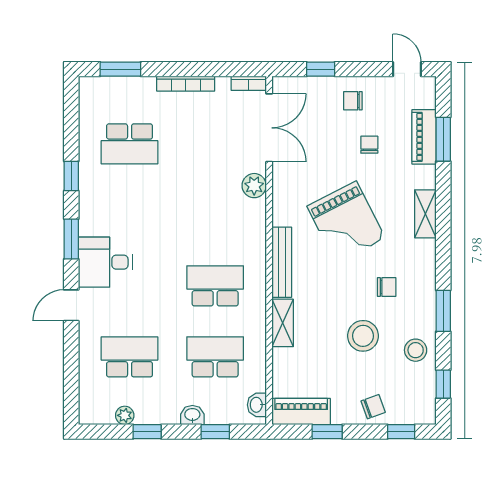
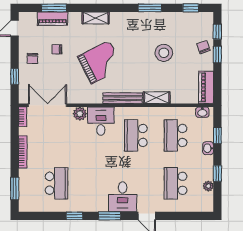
desk: (241, 223) -> (101, 121), added
chair: (387, 287) -> (136, 40), removed
stool: (416, 350) -> (172, 23), removed
window: (327, 432) -> (217, 54), moved

